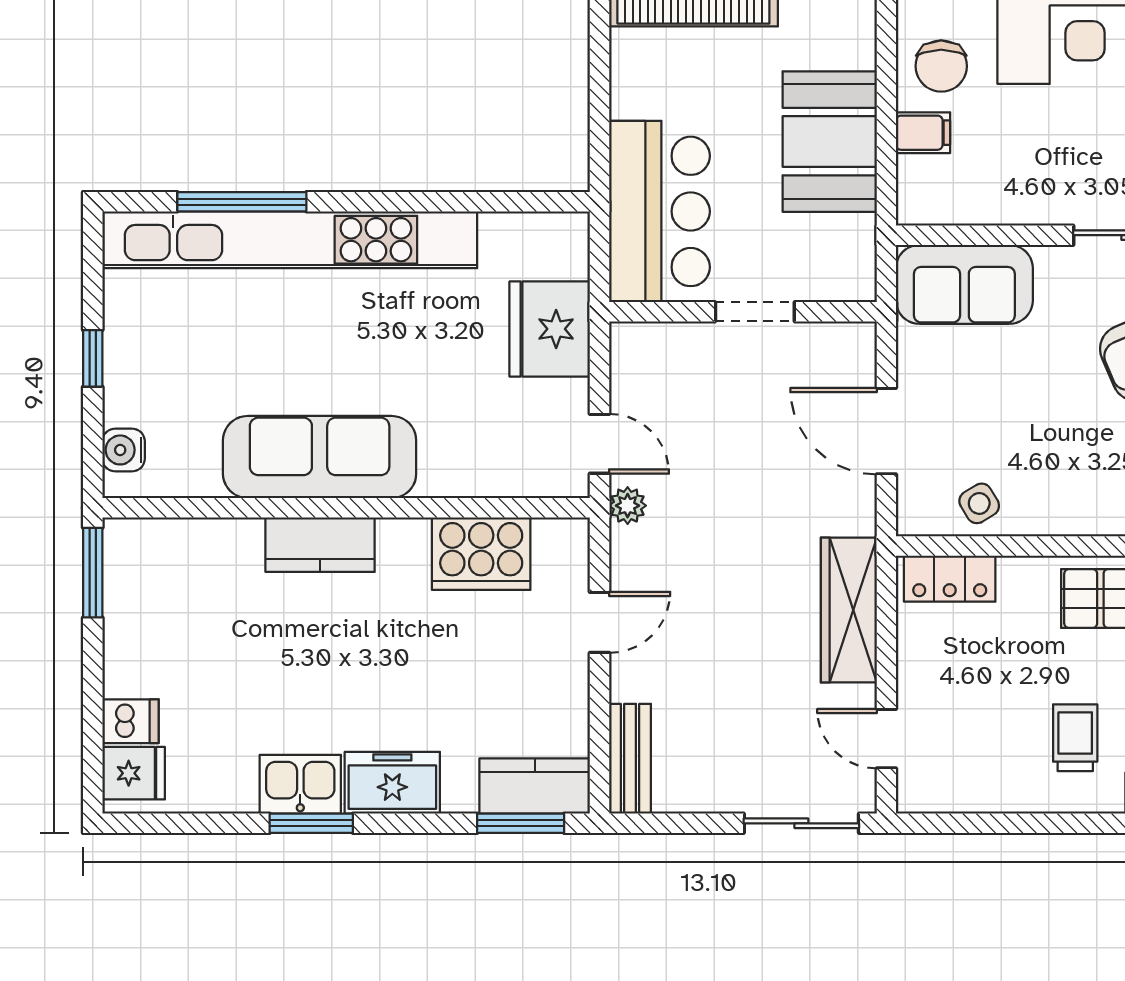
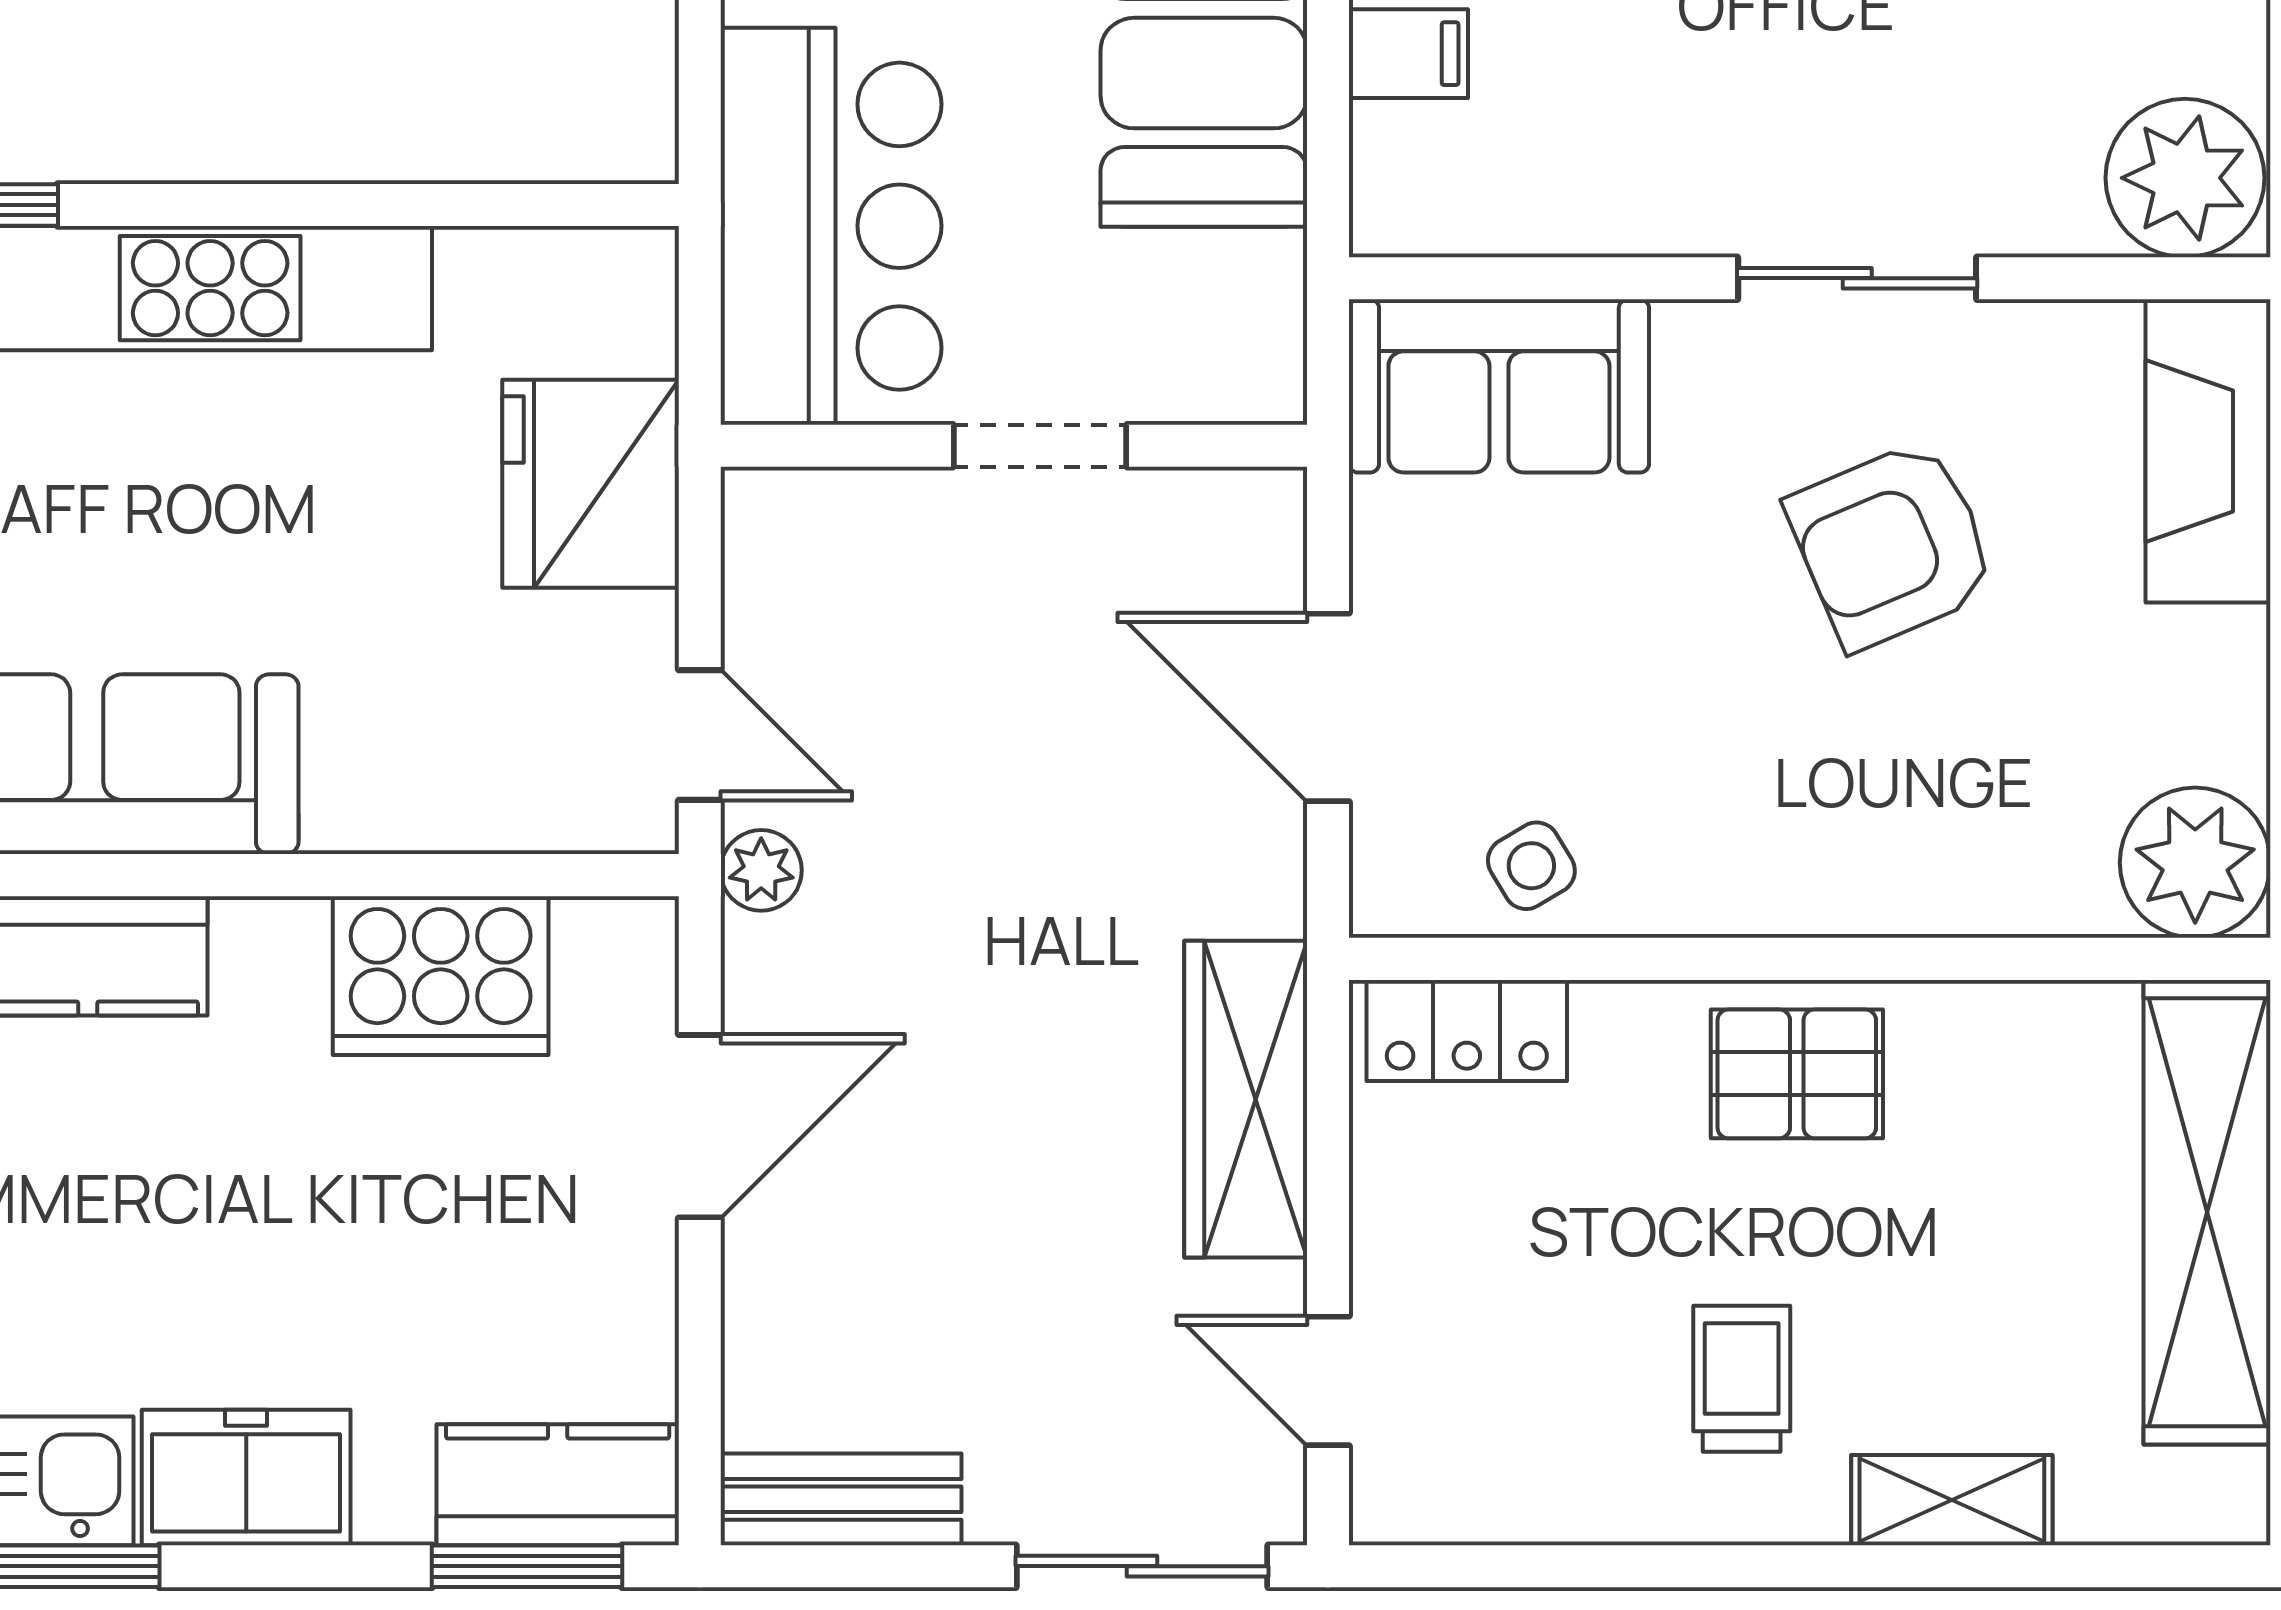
door: (599, 622) -> (700, 1126), width x1.38
bench: (630, 759) -> (841, 1499), moved, turned 90

